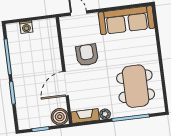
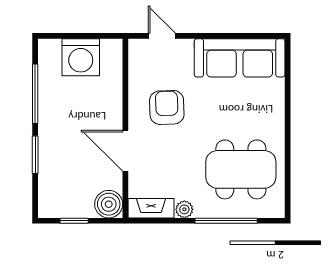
washing machine: (26, 27) -> (81, 57), width x1.89, depth x1.89
door: (66, 84) -> (125, 151), hinge flipped
dining table: (136, 86) -> (241, 169), turned 90

